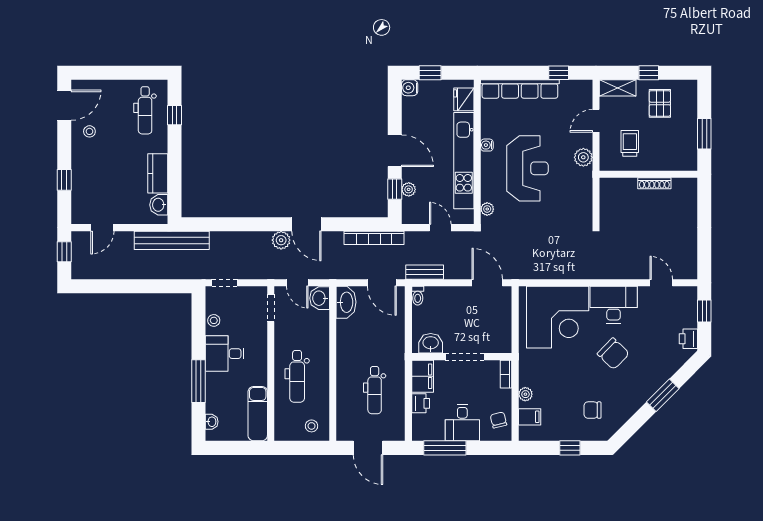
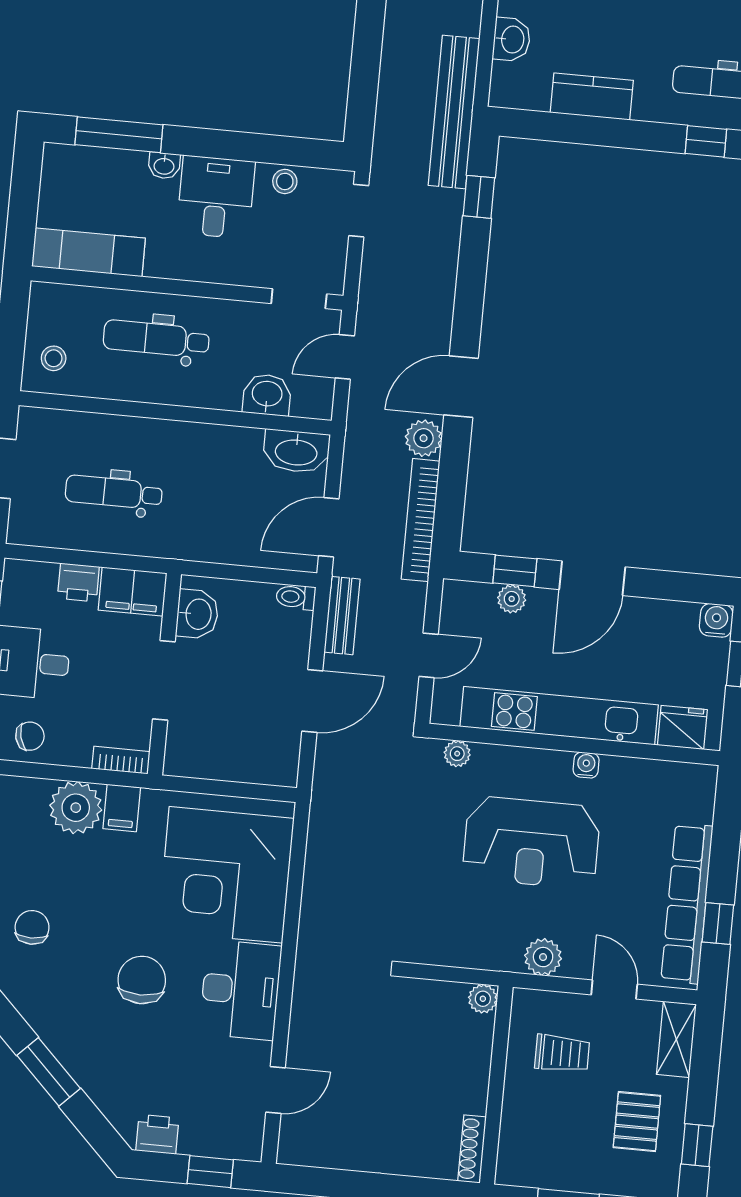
window: (649, 73) -> (697, 1145), moved
row of seats: (520, 89) -> (687, 903), moved
pallet: (660, 103) -> (637, 1122), turned 90
shoe rack: (654, 183) -> (472, 1149), moved
plant: (607, 185) -> (483, 999), added
washbasin: (159, 205) -> (512, 39), moved, turned 90
window: (212, 224) -> (479, 197), added
plant: (281, 240) -> (424, 438), moved
door: (487, 283) -> (312, 701), moved
washbasin: (320, 298) -> (267, 395), moved
chair: (613, 354) -> (142, 980), turned 136
window: (198, 381) -> (119, 135), moved
plant: (525, 394) -> (76, 808), width x1.88, depth x1.88
filing cabinet: (530, 417) -> (122, 808), moved
washbasin: (212, 422) -> (164, 166), moved

